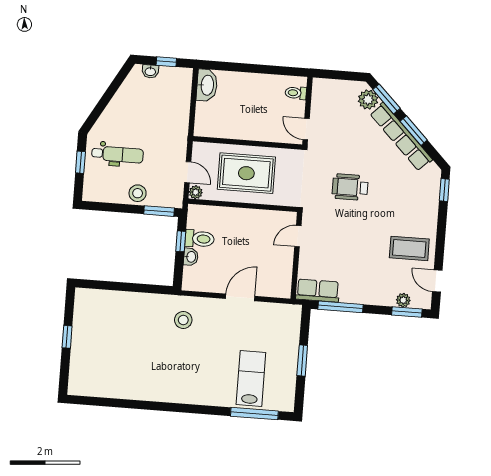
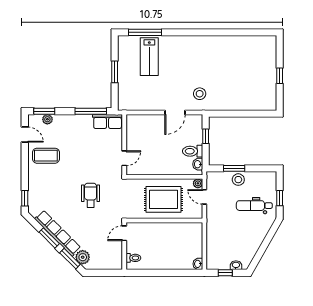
washbasin: (207, 85) -> (198, 264), width x0.52, depth x0.69
door: (306, 129) -> (124, 233), swing flipped
wheelchair: (350, 187) -> (91, 195), turned -90
window: (159, 211) -> (234, 168), moved
window: (181, 241) -> (206, 136), moved
washbasin: (191, 257) -> (198, 164), moved
door: (240, 297) -> (175, 112), moved

